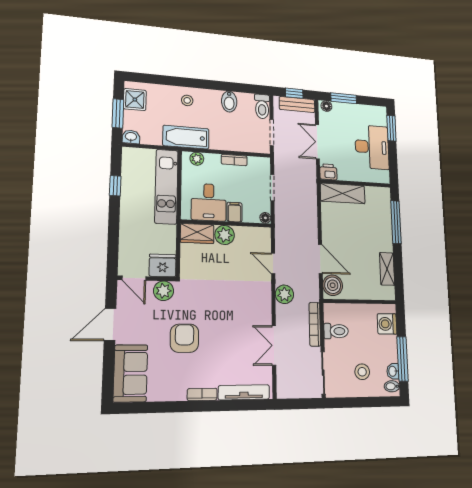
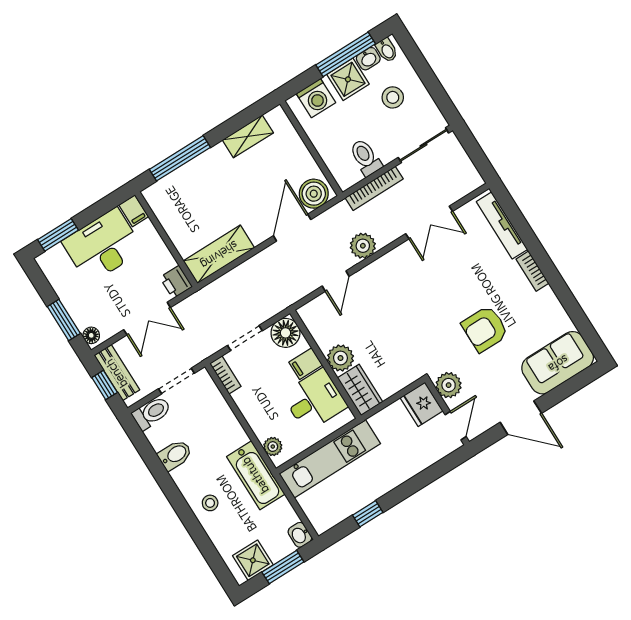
bookcase: (234, 160) -> (225, 375), moved
filing cabinet: (381, 177) -> (134, 211), added
shelving: (343, 193) -> (219, 254), moved, turned 90
floor lamp: (265, 218) -> (285, 333), width x1.89, depth x1.89
shower: (387, 351) -> (348, 79), added

